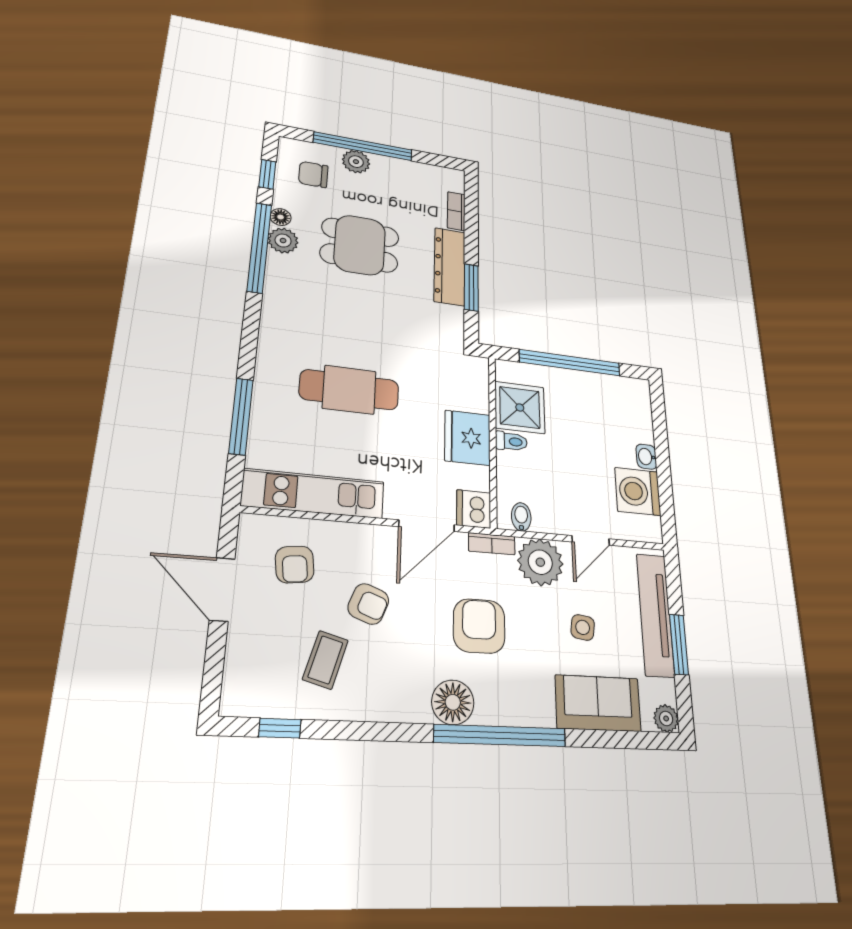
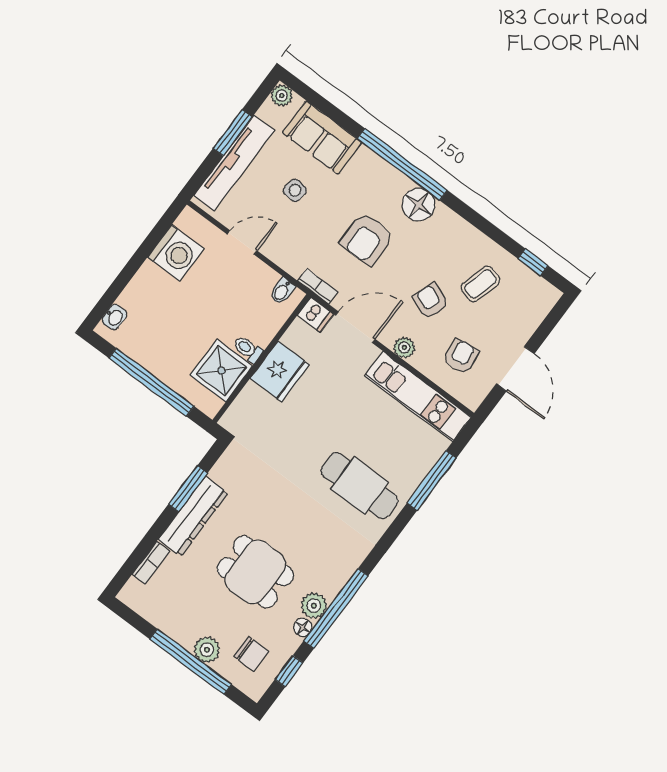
cafe table: (349, 390) -> (359, 486), moved
washbasin: (646, 457) -> (114, 317), moved
dishwasher: (474, 509) -> (316, 315), width x0.73
plant: (540, 562) -> (404, 347), moved, width x0.53, depth x0.53

